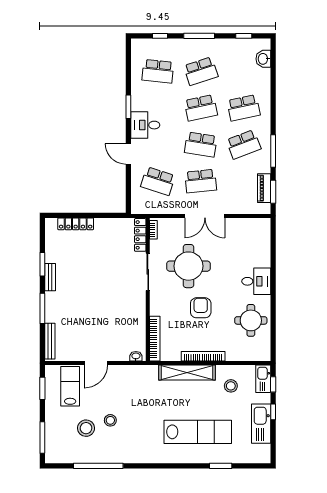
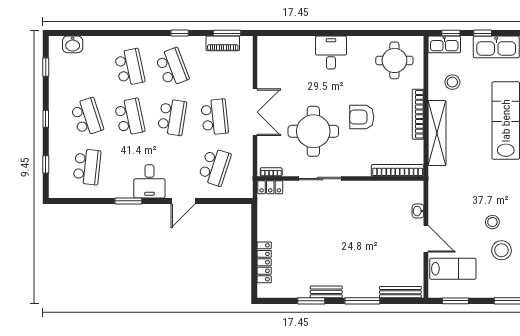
window: (199, 36) -> (46, 119), width x0.46
window: (273, 151) -> (180, 33), width x0.46
locker: (140, 235) -> (270, 187), width x0.66
round table: (251, 320) -> (394, 60), moved
washbasin: (136, 356) -> (418, 211), moved
lab bench: (70, 386) -> (453, 269), turned 180

